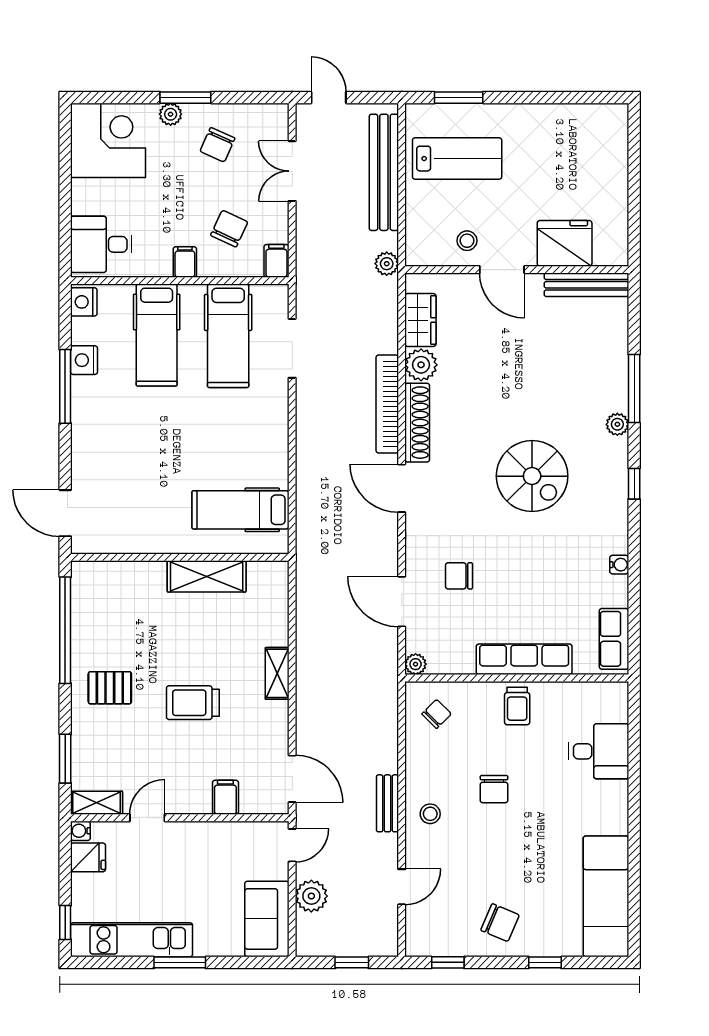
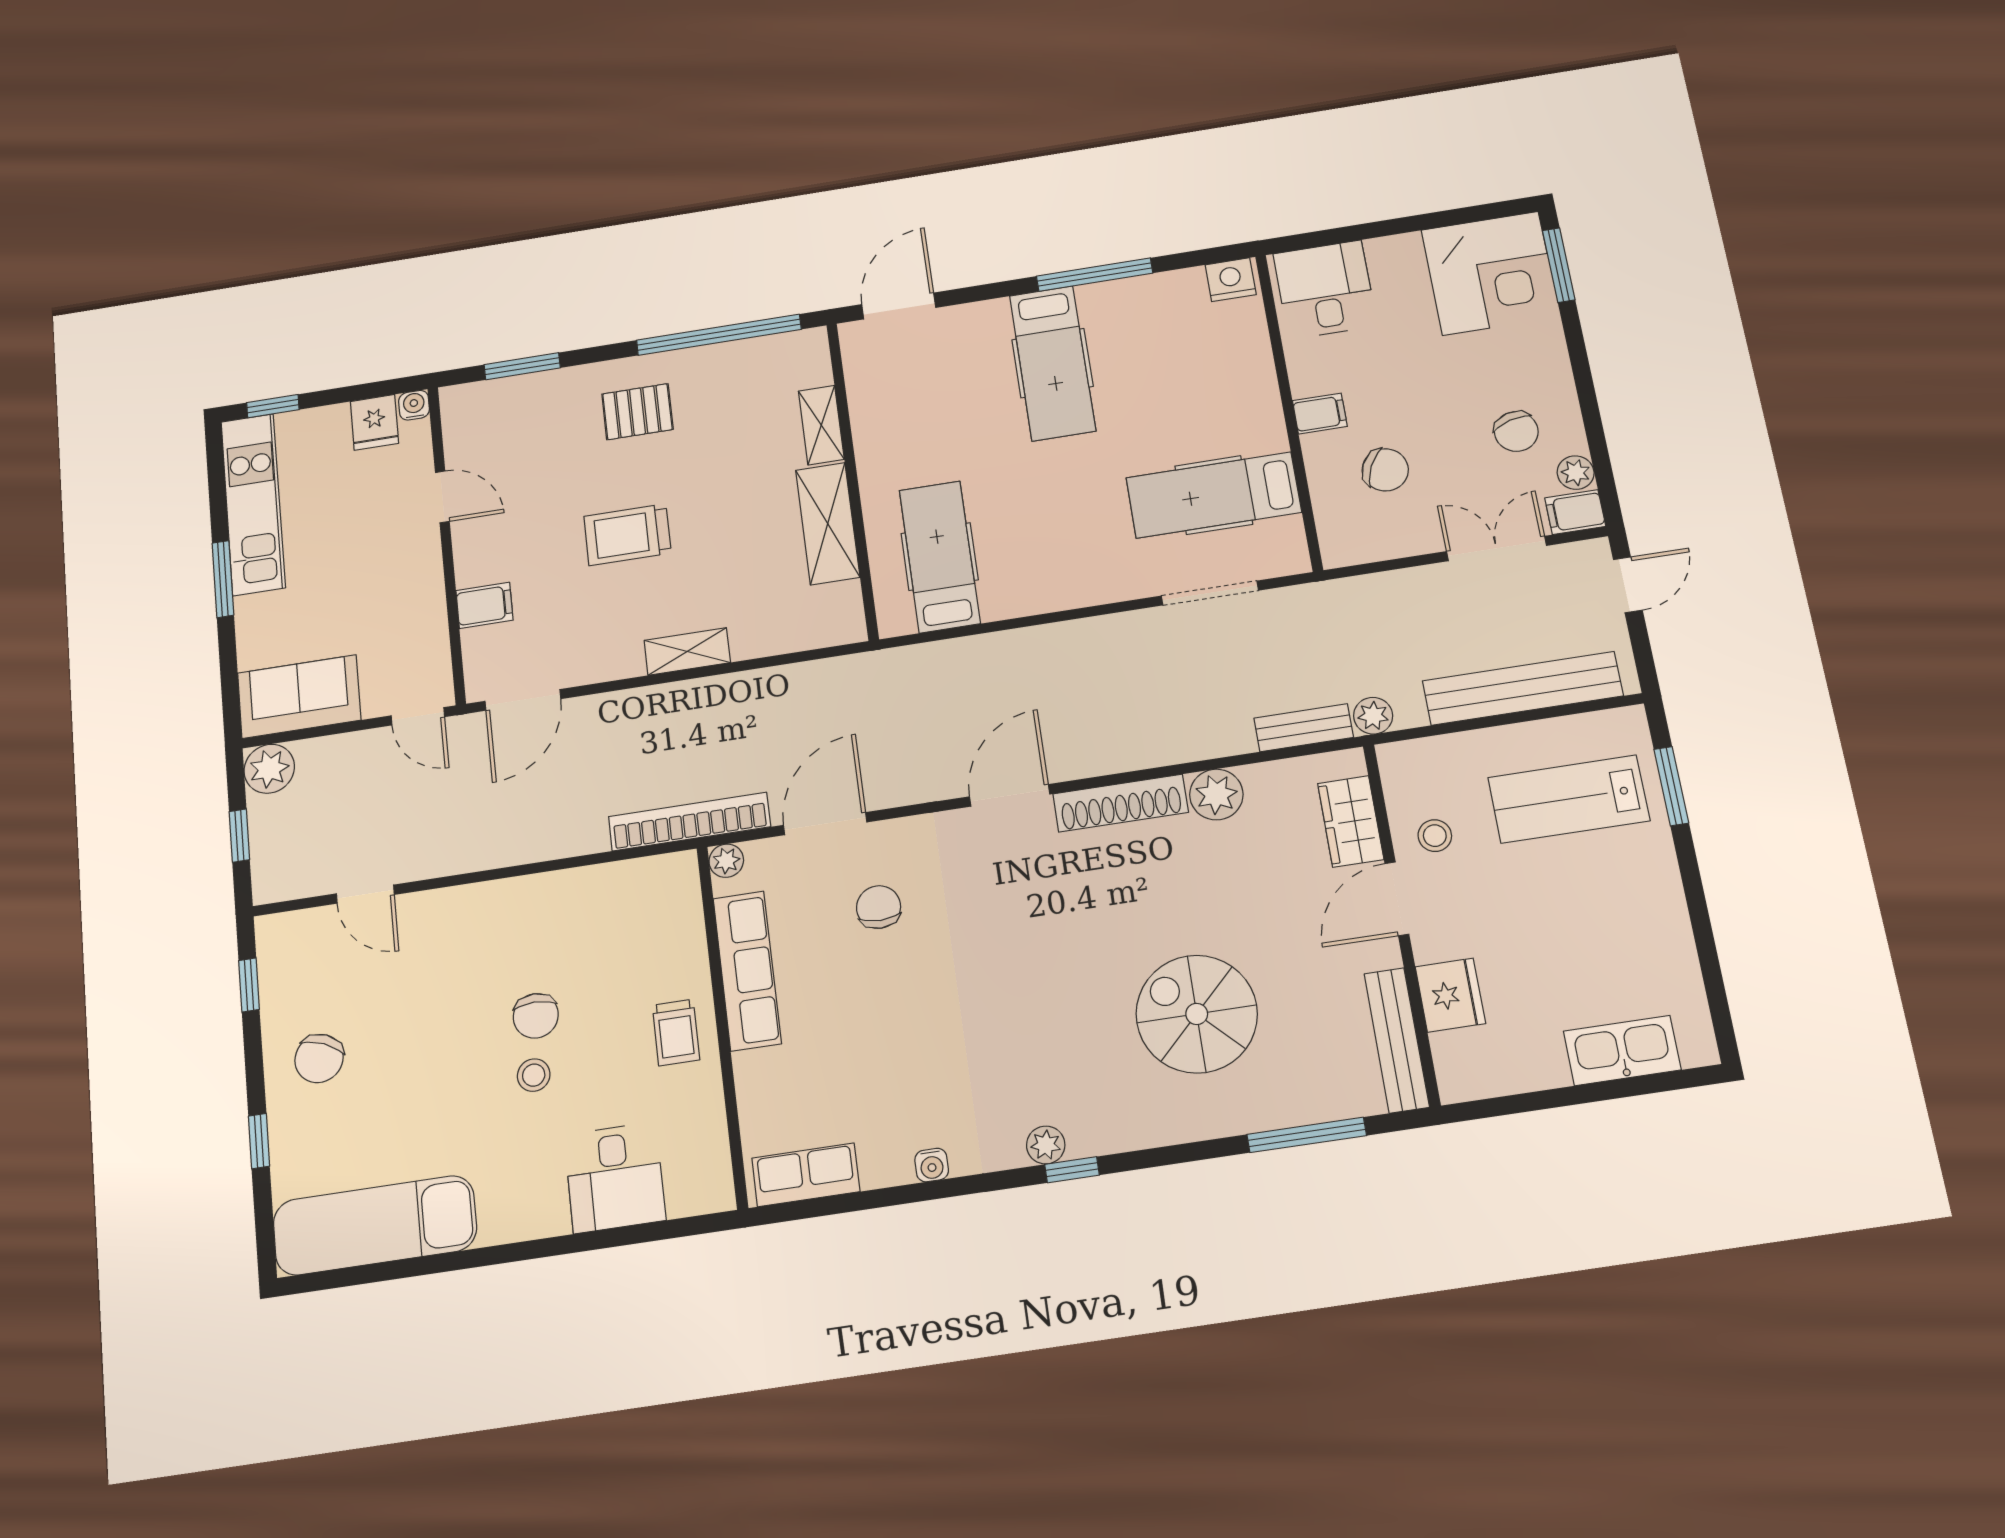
window: (185, 98) -> (1559, 265), moved
plant: (171, 114) -> (1576, 473), moved
chair: (217, 145) -> (1516, 431), turned -130
kitchen sink: (612, 157) -> (1622, 1050), added
lab bench: (457, 159) -> (1569, 799), turned 90
fridge: (565, 243) -> (1450, 995), width x0.73, depth x0.75
filing cabinet: (276, 261) -> (1575, 512), moved, turned 180
wardrobe: (420, 320) -> (1351, 821), moved, turned 90
hospital bed: (157, 335) -> (1052, 363), moved, turned -90
nightstand: (84, 360) -> (1140, 294), removed
window: (634, 389) -> (1307, 1135), moved
bookcase: (387, 404) -> (689, 822), moved
plant: (617, 424) -> (1046, 1145), moved
spiral stairs: (532, 476) -> (1197, 1014), moved, turned 90
row of seats: (524, 659) -> (747, 971), moved
pallet: (110, 688) -> (637, 412), turned 90
trolley: (193, 703) -> (627, 535), turned -90
trolley: (517, 706) -> (676, 1033), turned -90
chair: (437, 714) -> (649, 906), removed
chair: (494, 789) -> (536, 1016), turned -90
shelving: (97, 803) -> (821, 425), moved
bench: (388, 803) -> (1304, 728), moved
stool: (430, 814) -> (534, 1075), moved
plant: (311, 896) -> (269, 769), moved

